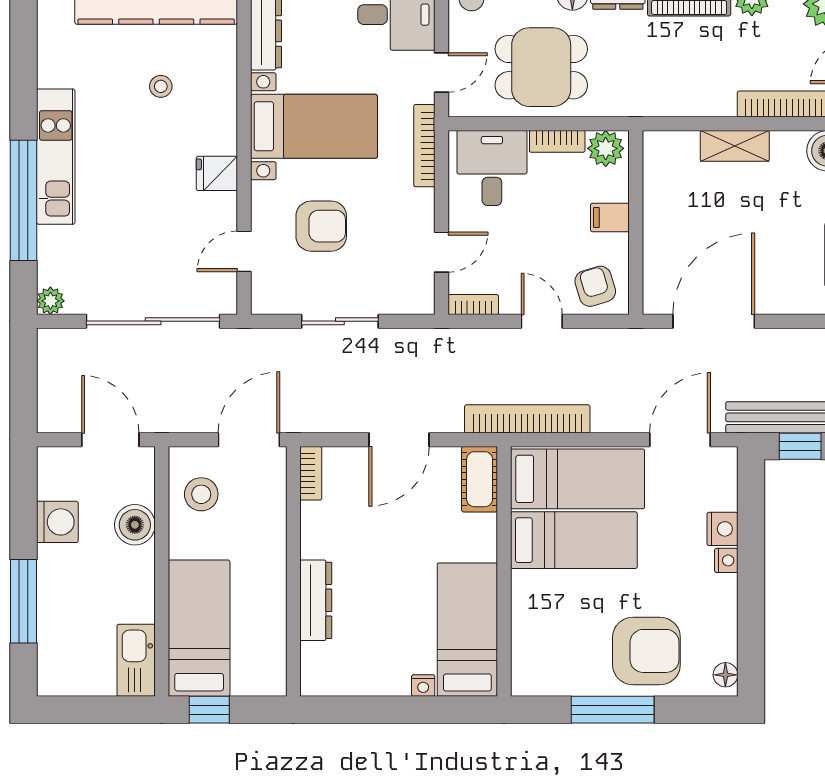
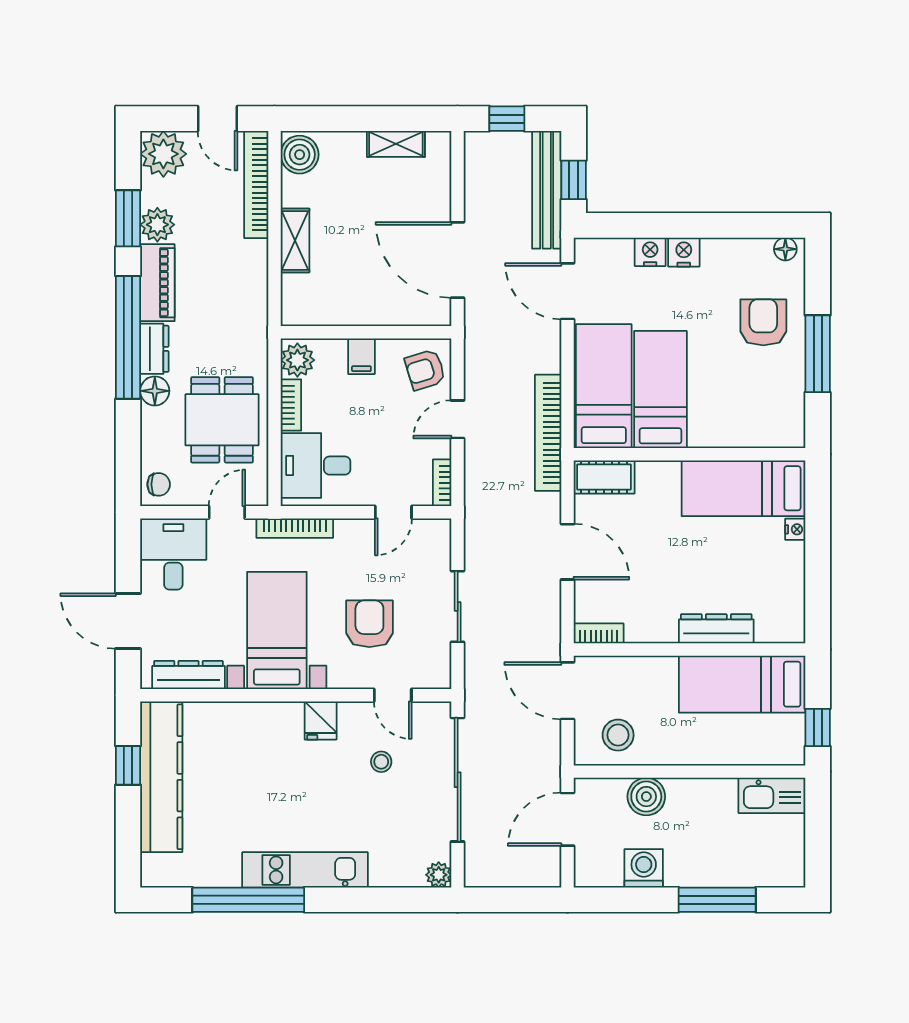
door: (442, 72) -> (227, 512), hinge flipped
stool: (161, 86) -> (381, 762), moved
window: (23, 200) -> (248, 900), moved
door: (442, 252) -> (393, 512), swing flipped
nightstand: (726, 560) -> (684, 252), width x1.39, depth x1.35
bed: (199, 628) -> (742, 684), moved
armchair: (646, 651) -> (763, 322), width x0.73, depth x0.73

